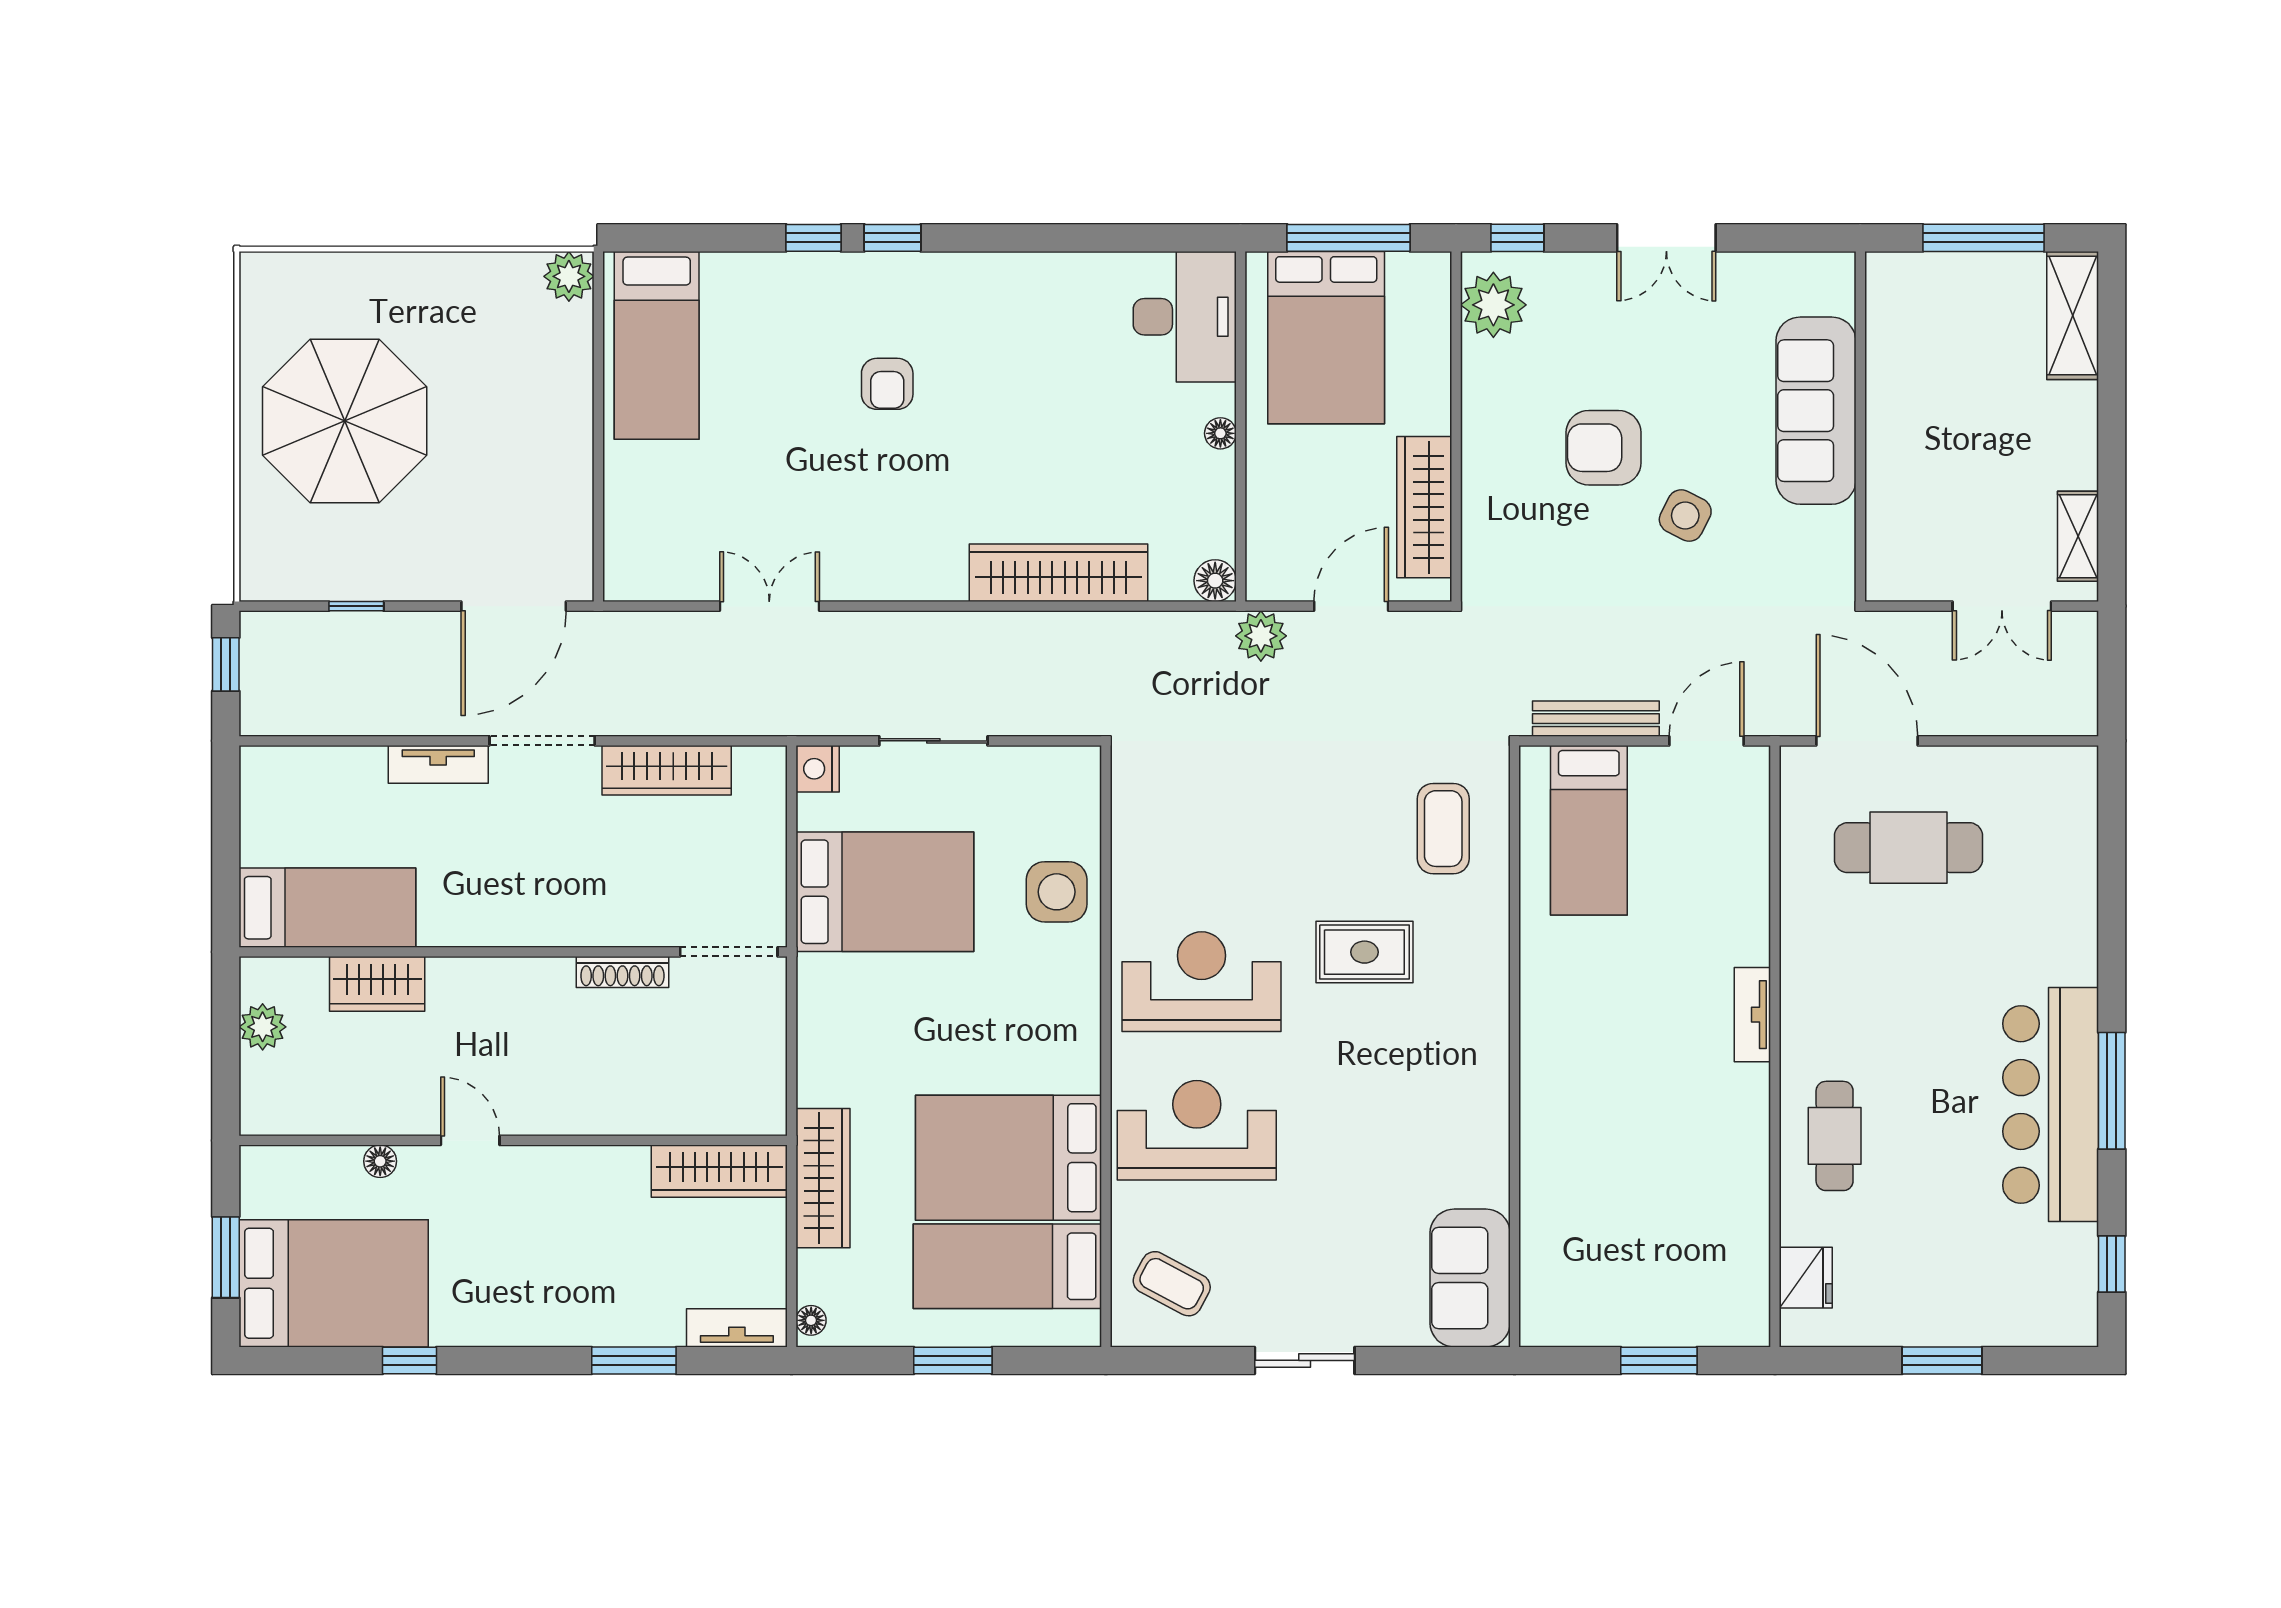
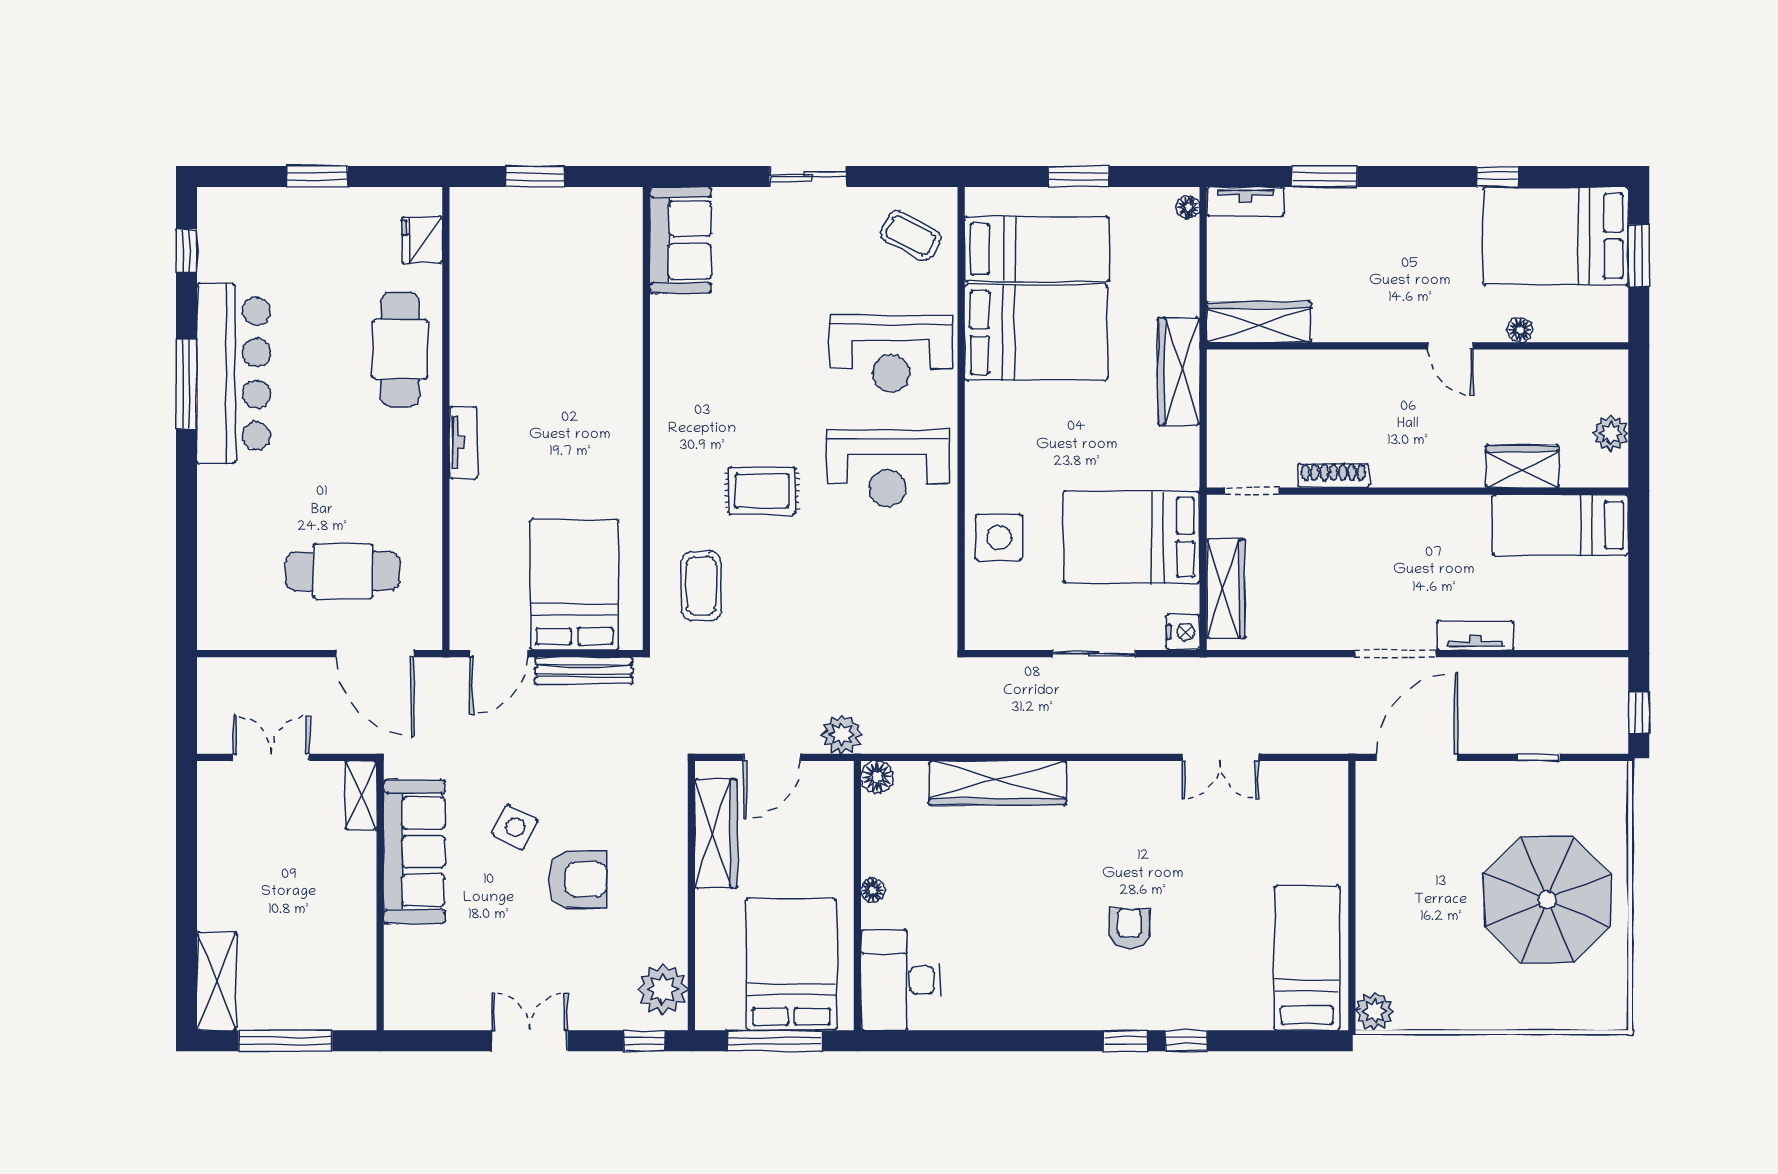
sofa: (1816, 411) -> (414, 852), moved
shelving: (2078, 536) -> (361, 795), moved
wardrobe: (667, 770) -> (1226, 589), moved, turned 90
bed: (1589, 830) -> (575, 585), width x1.50
doorway: (729, 952) -> (1252, 491), width x0.73
cafe table: (1835, 1136) -> (400, 349), width x1.37, depth x1.35
wardrobe: (823, 1178) -> (1179, 371), moved

